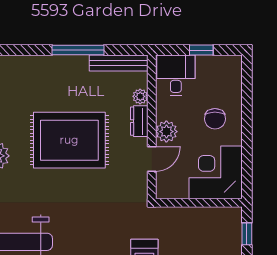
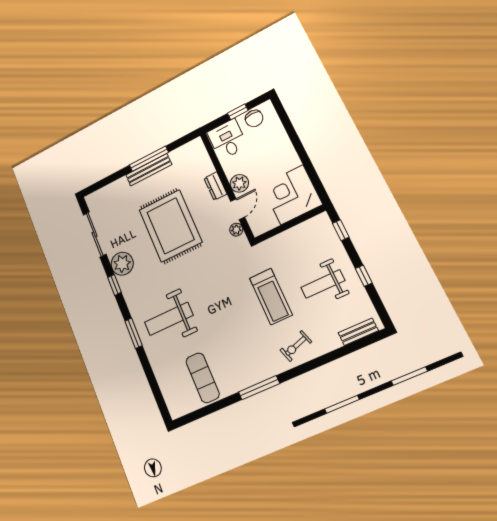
bench: (119, 63) -> (149, 170), moved
plant: (140, 96) -> (236, 230), moved
chair: (215, 119) -> (254, 118), moved
rug: (69, 140) -> (170, 226), turned 90

